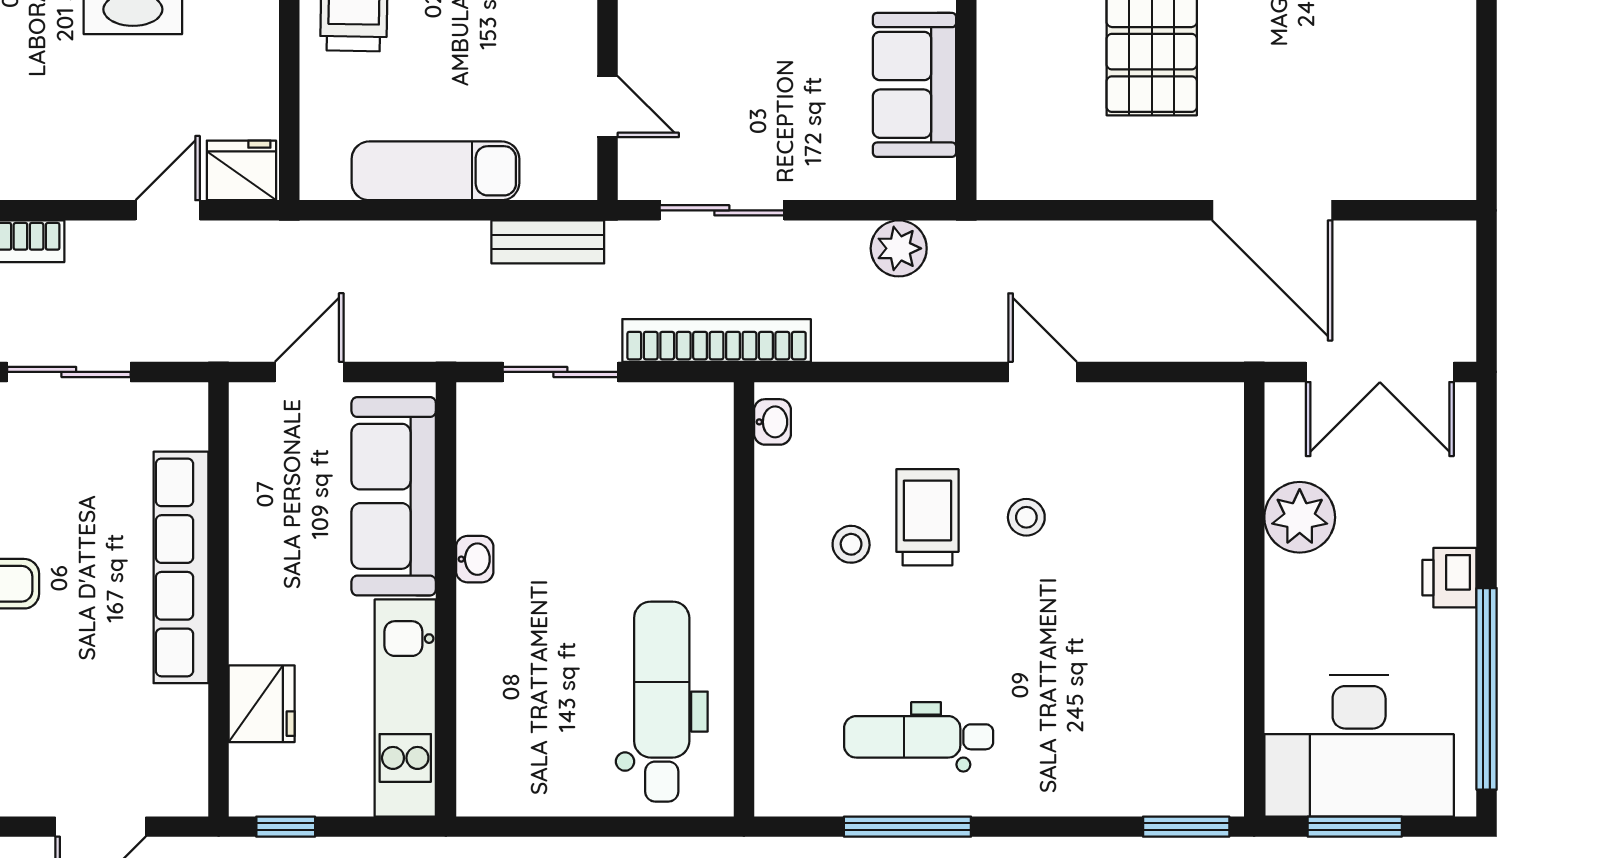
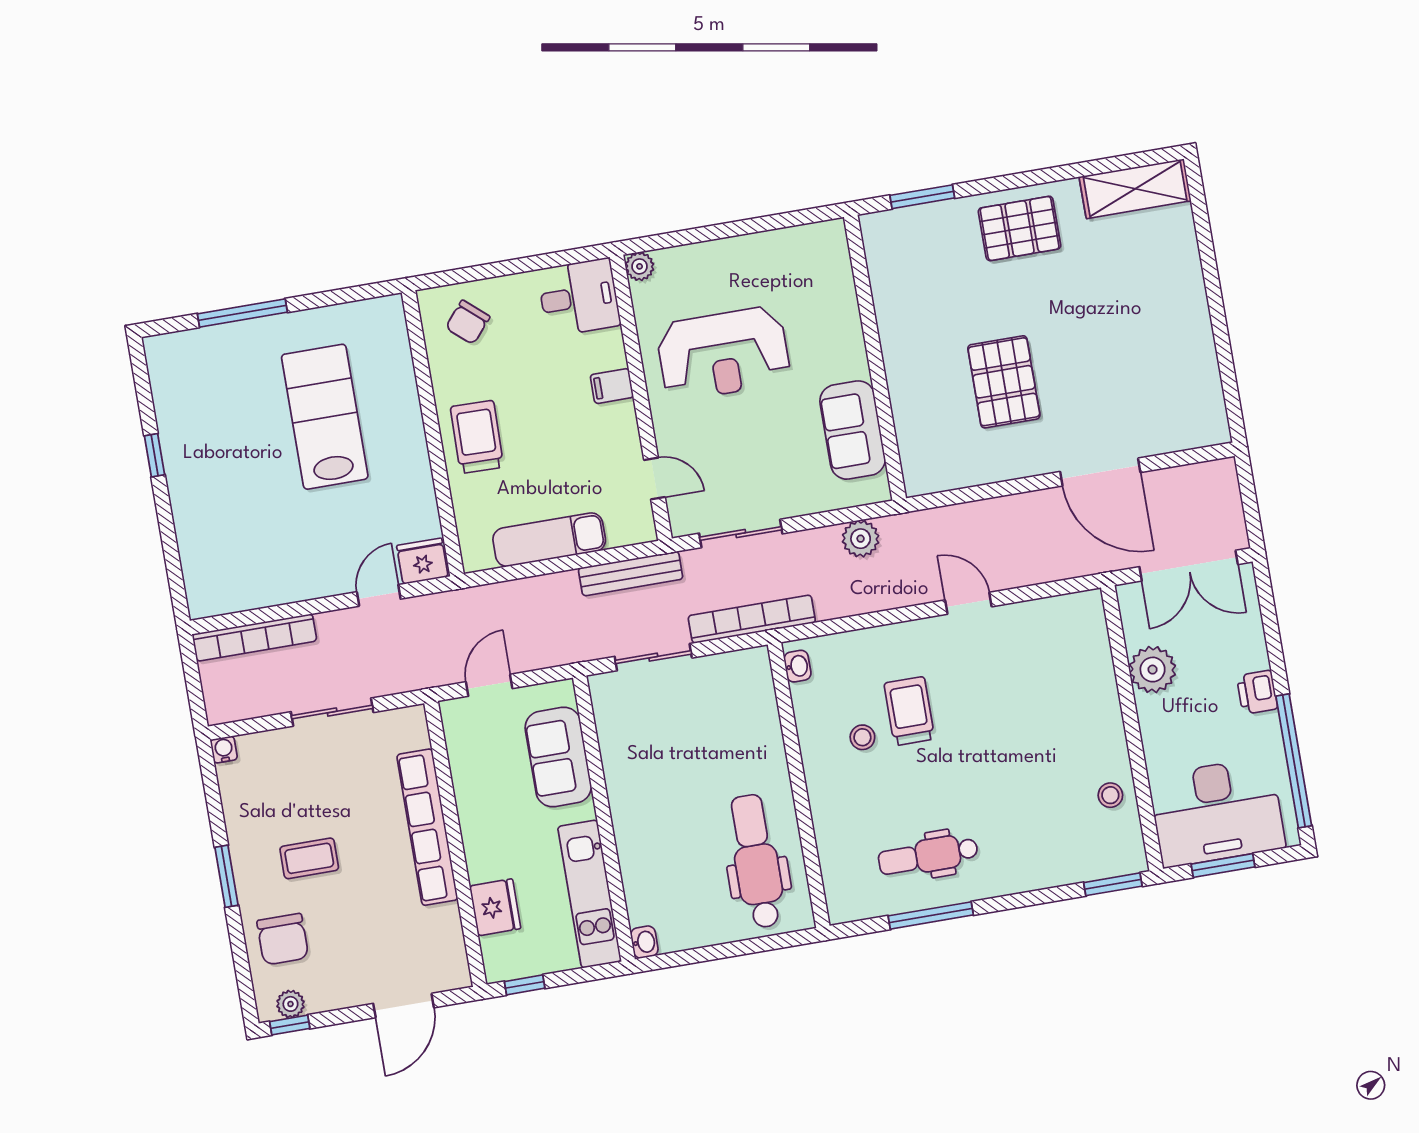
bench: (548, 242) -> (631, 574), width x1.36
sofa: (394, 496) -> (558, 757), width x0.73
stool: (1026, 517) -> (1110, 795), moved
washbasin: (475, 559) -> (644, 942), moved

